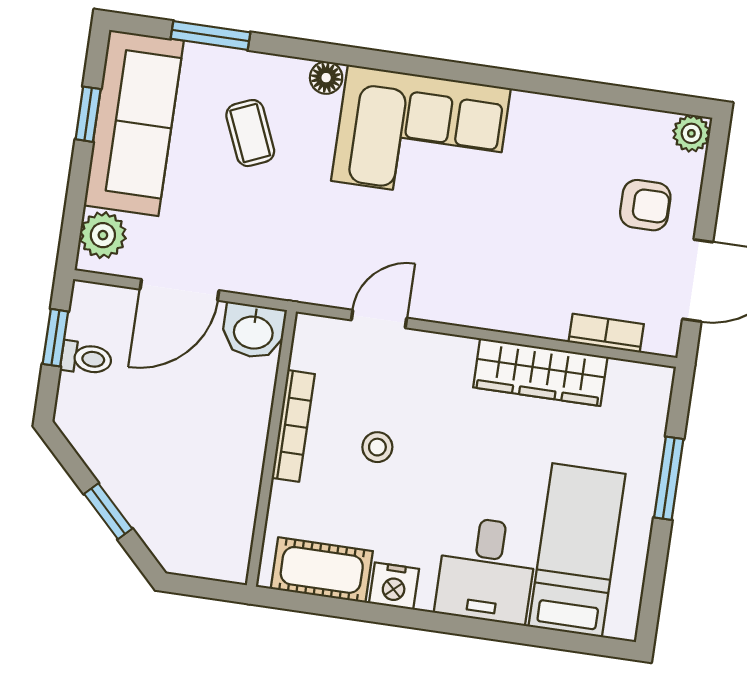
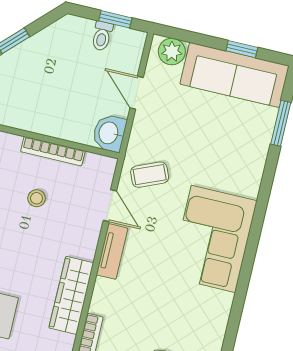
floor lamp: (326, 78) -> (251, 187), removed
coffee table: (250, 133) -> (150, 175), moved
door: (179, 290) -> (137, 93), width x0.73
tv unit: (458, 308) -> (112, 251), added

